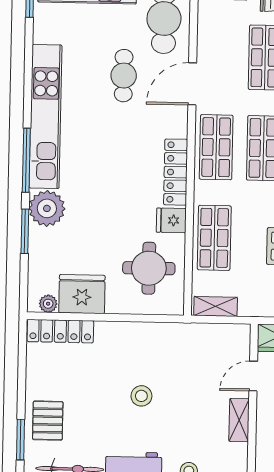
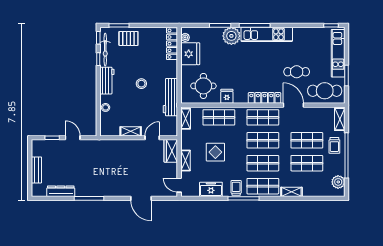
kitchen unit: (46, 116) -> (267, 34), width x0.73
locker: (176, 172) -> (265, 98), moved
workbench: (171, 337) -> (170, 97), added
door: (253, 376) -> (152, 138), hinge flipped

